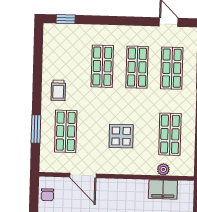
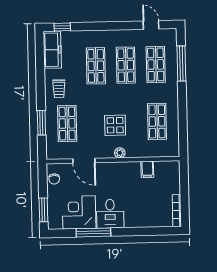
freezer: (53, 45) -> (52, 50), added
plant: (163, 169) -> (120, 153), moved
filing cabinet: (163, 189) -> (147, 169), width x0.50

